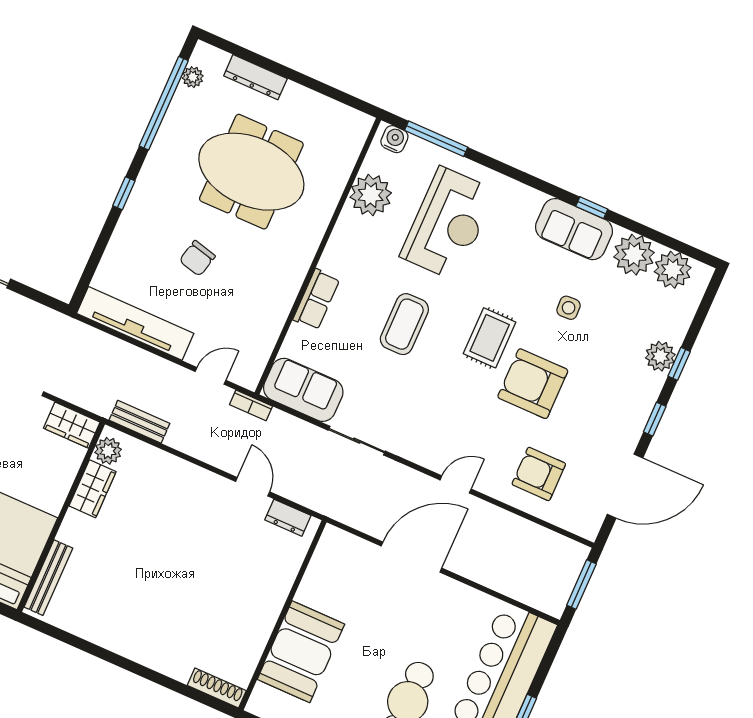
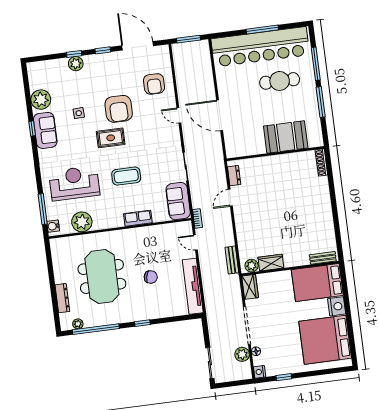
plant: (673, 270) -> (37, 80), removed
bench: (48, 578) -> (323, 258), width x0.73

